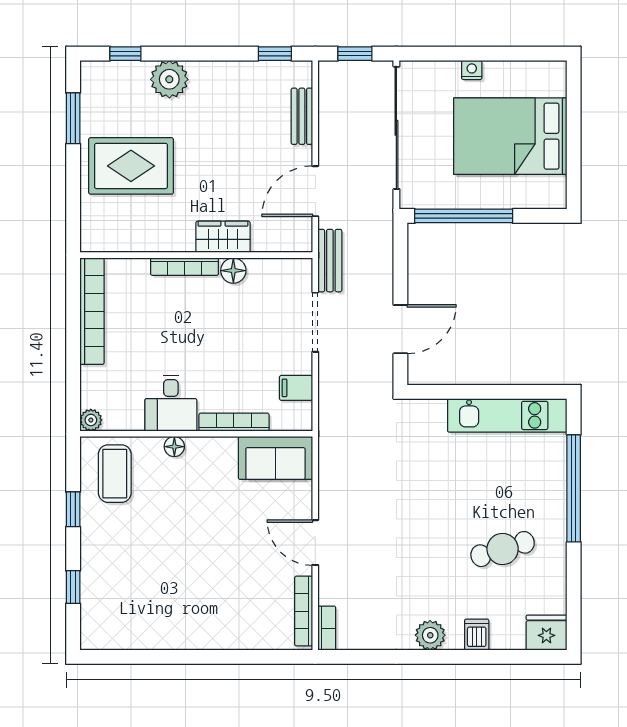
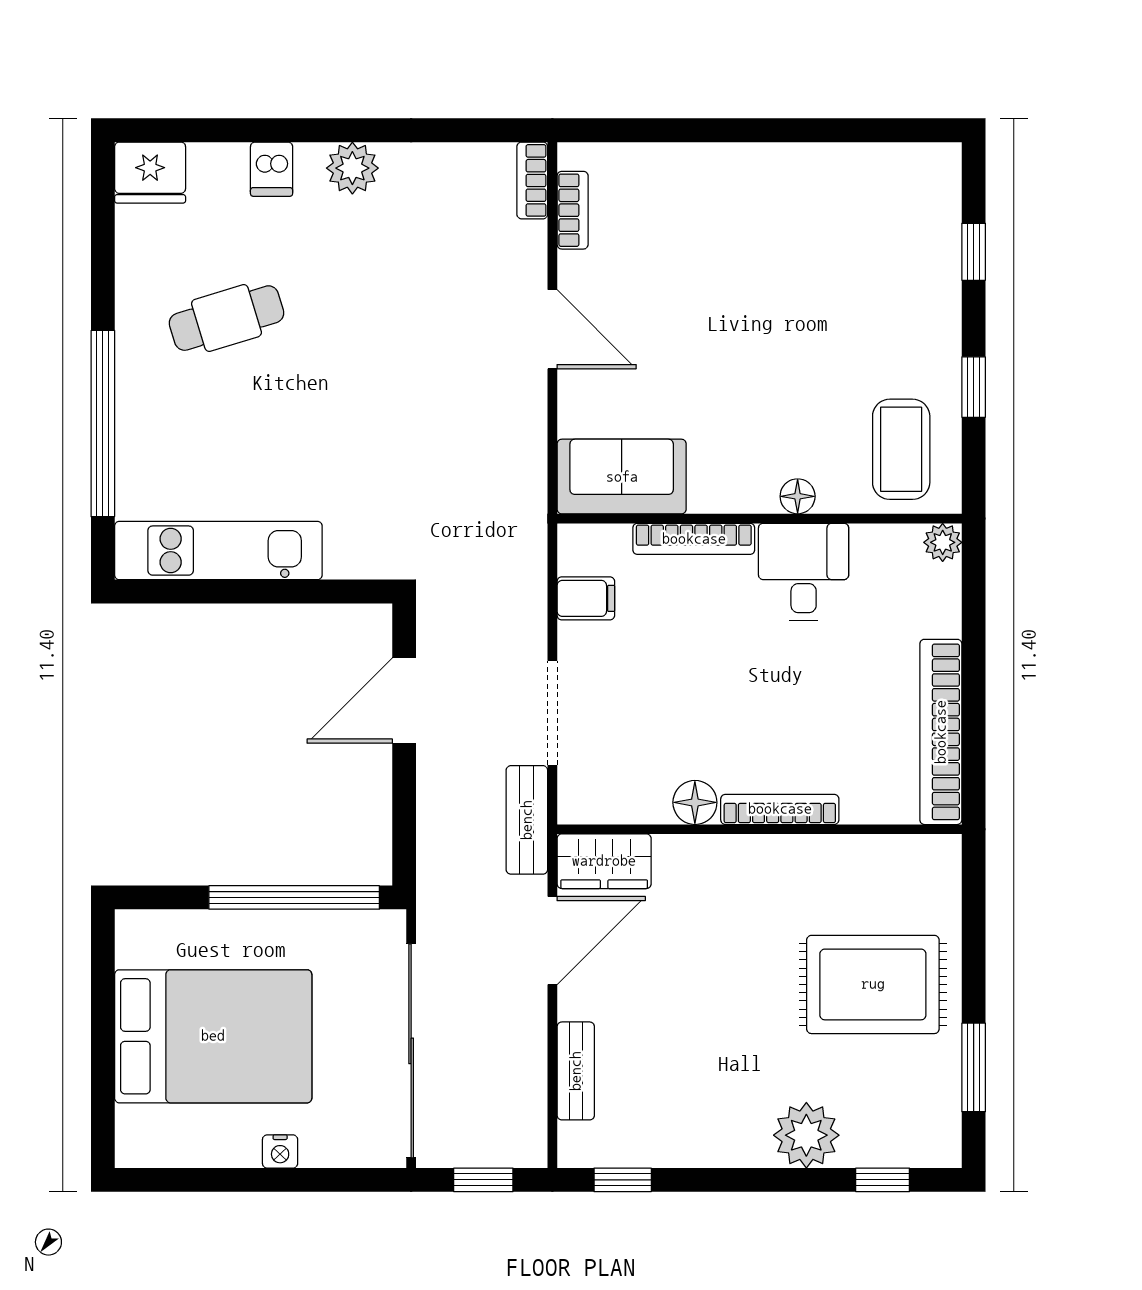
wardrobe: (223, 237) -> (604, 861), moved
bookcase: (304, 611) -> (573, 210), width x0.64

